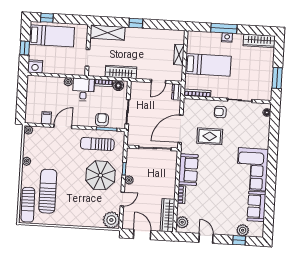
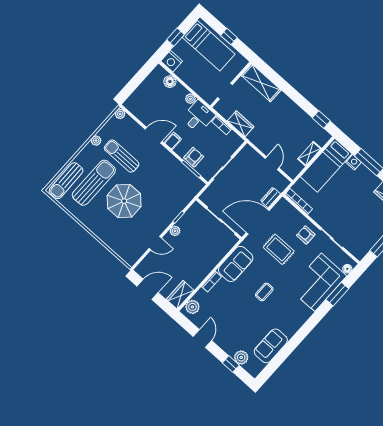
window: (47, 18) -> (229, 37), moved
window: (136, 23) -> (321, 119), moved
nightstand: (227, 38) -> (354, 162), moved
bed: (208, 65) -> (326, 165), moved, turned 90
wardrobe: (121, 72) -> (241, 124), width x0.67
door: (159, 81) -> (272, 163), swing flipped
floor lamp: (118, 86) -> (170, 82), moved
dresser: (177, 92) -> (270, 197), moved
filing cabinet: (46, 118) -> (173, 141), moved
window: (274, 135) -> (337, 294), added
sun lounger: (97, 144) -> (122, 156), moved
corner sofa: (252, 169) -> (318, 282), moved
coffee table: (223, 173) -> (264, 292), added
parasol: (100, 175) -> (124, 201), moved
wardrobe: (168, 215) -> (180, 295), width x0.67
plant: (111, 220) -> (130, 254), removed
door: (142, 235) -> (148, 289), hinge flipped

